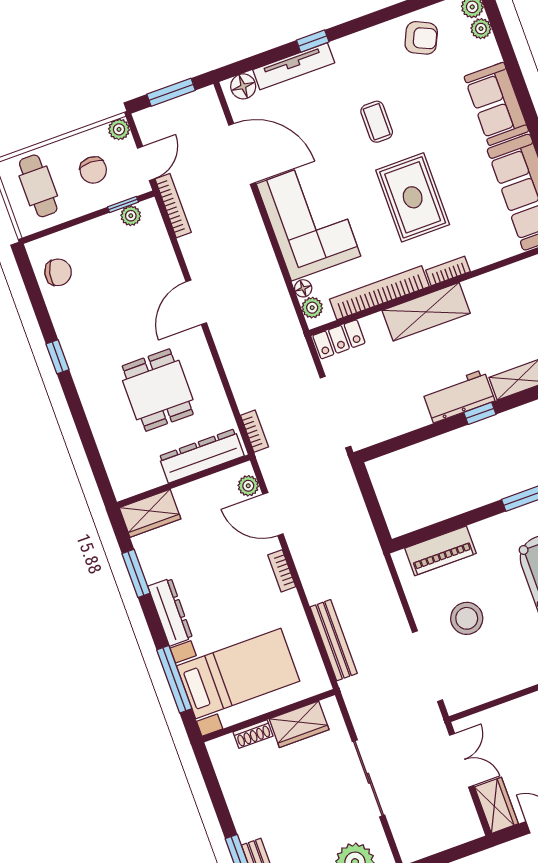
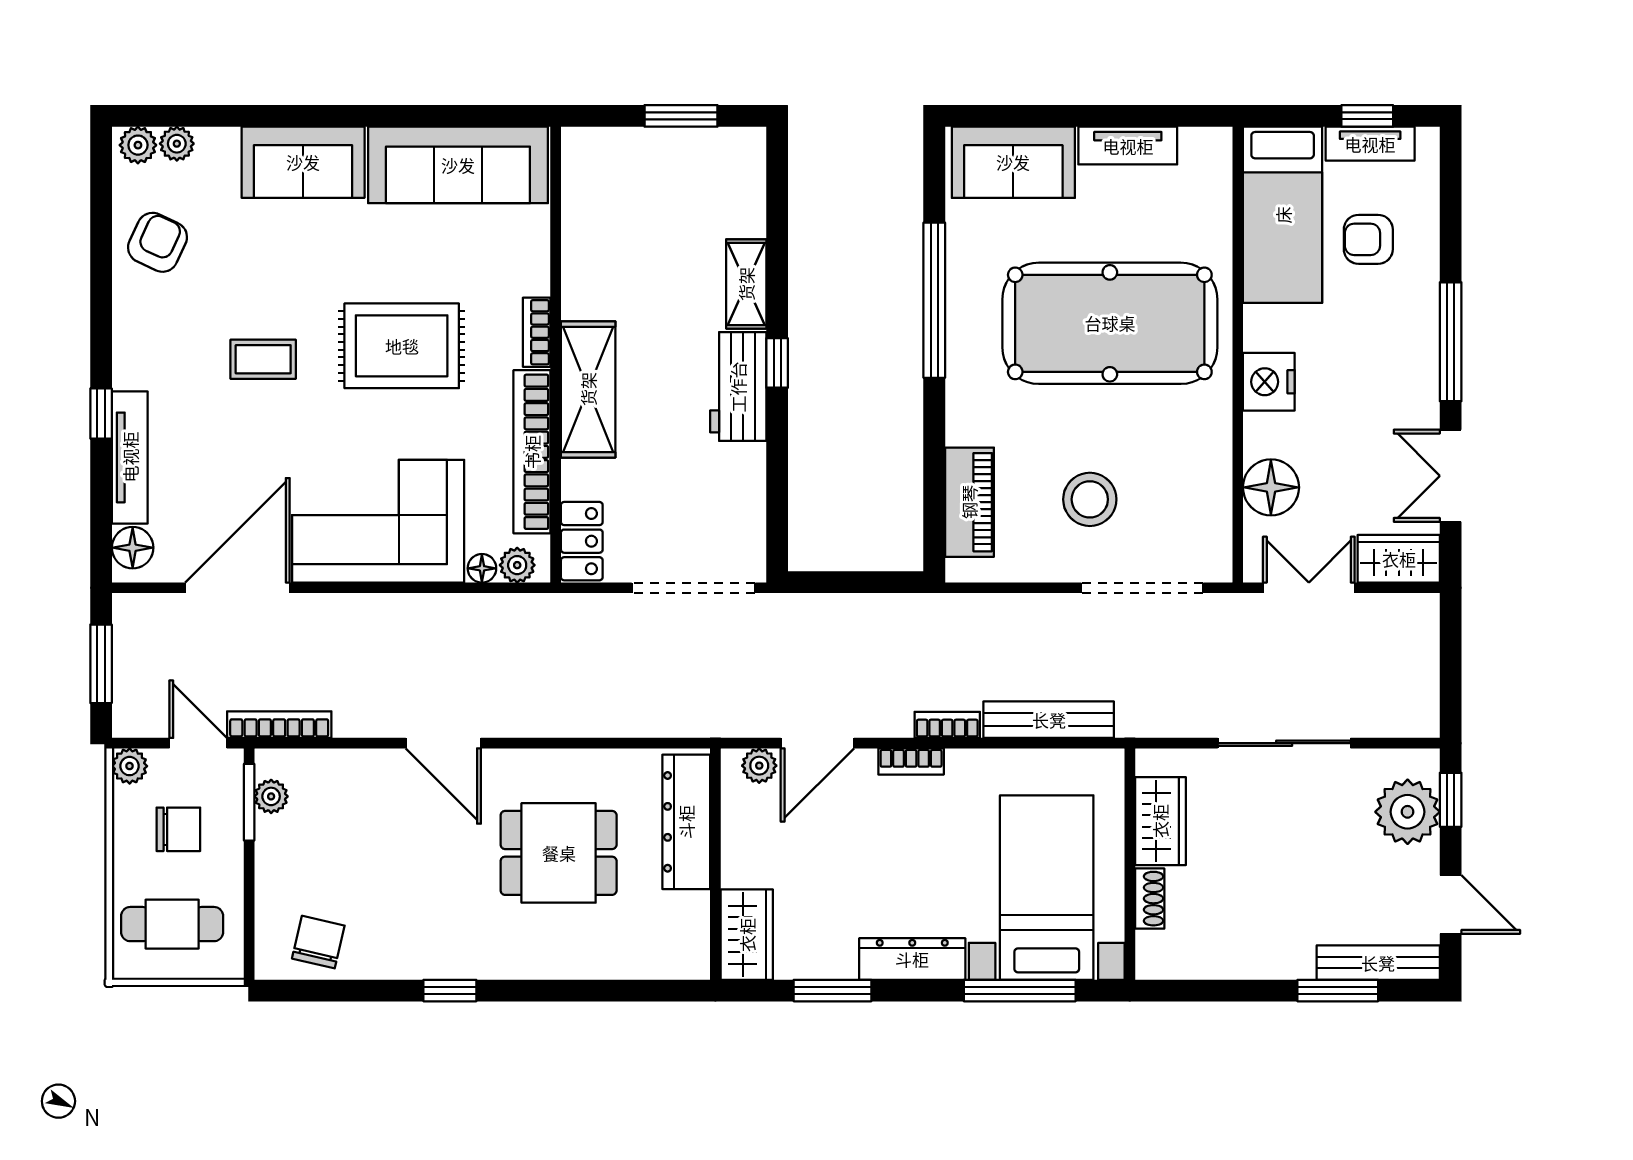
window: (123, 204) -> (249, 802), width x1.50
bookcase: (255, 431) -> (947, 725), moved
floor lamp: (511, 718) -> (1271, 487), added

